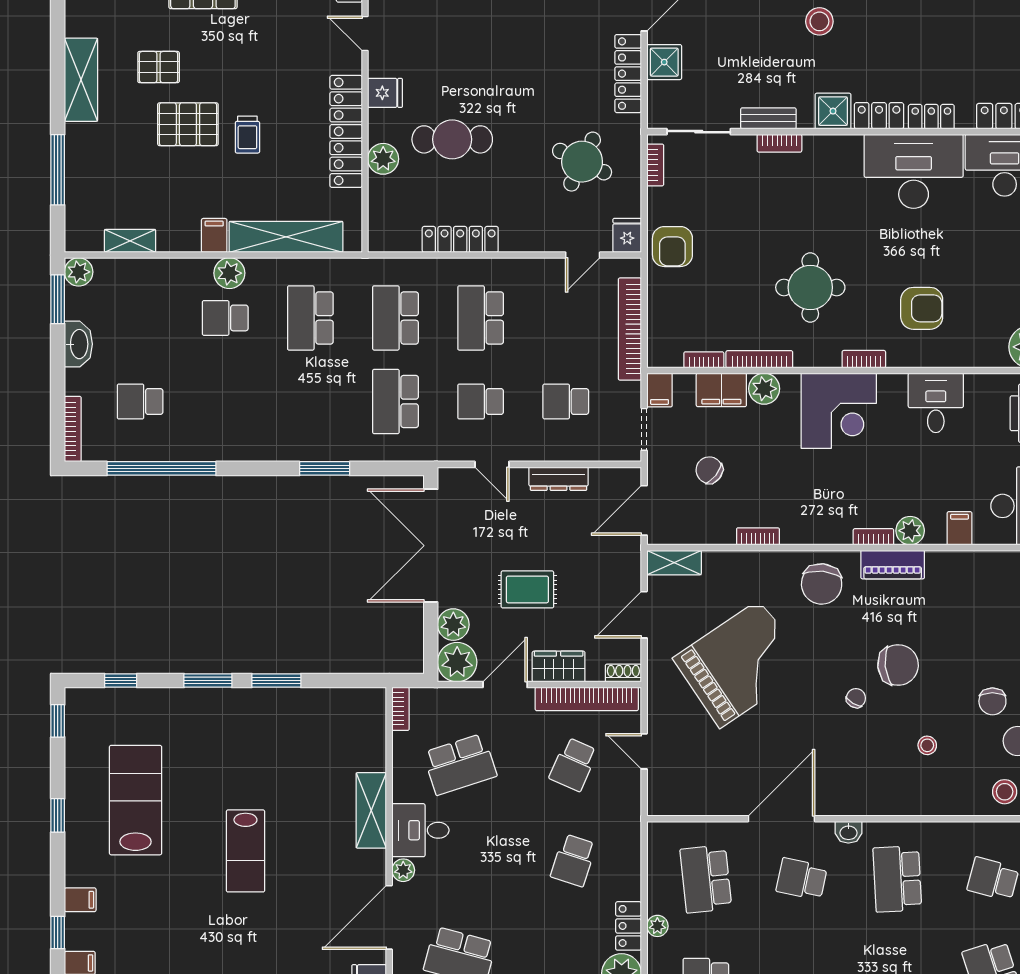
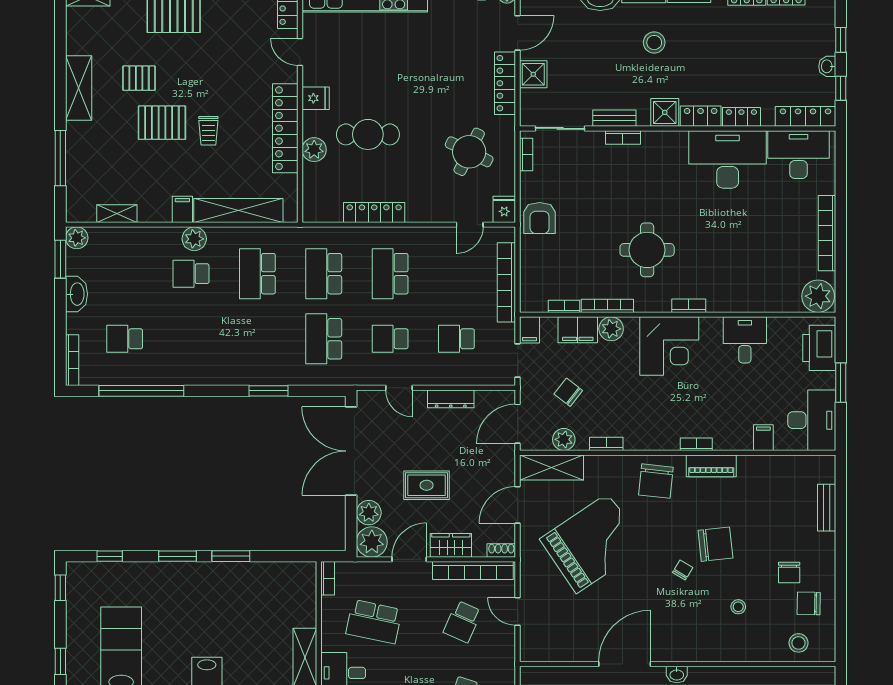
armchair: (922, 308) -> (734, 266), removed
plant: (910, 531) -> (564, 439), moved
shelving: (674, 563) -> (551, 468), width x1.50, depth x1.33
school desk: (460, 764) -> (374, 622), turned 30

